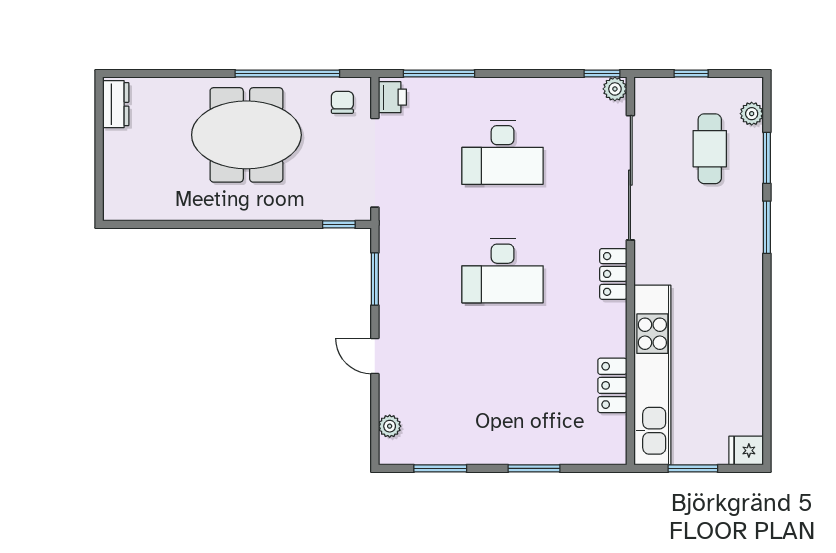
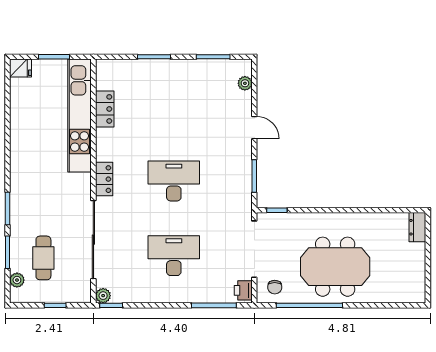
dresser: (116, 104) -> (417, 227), moved

